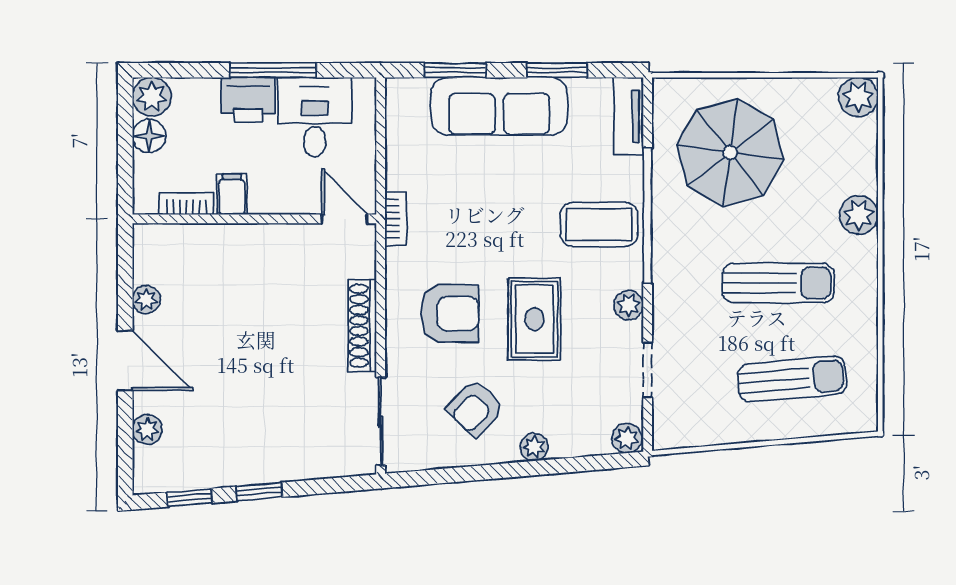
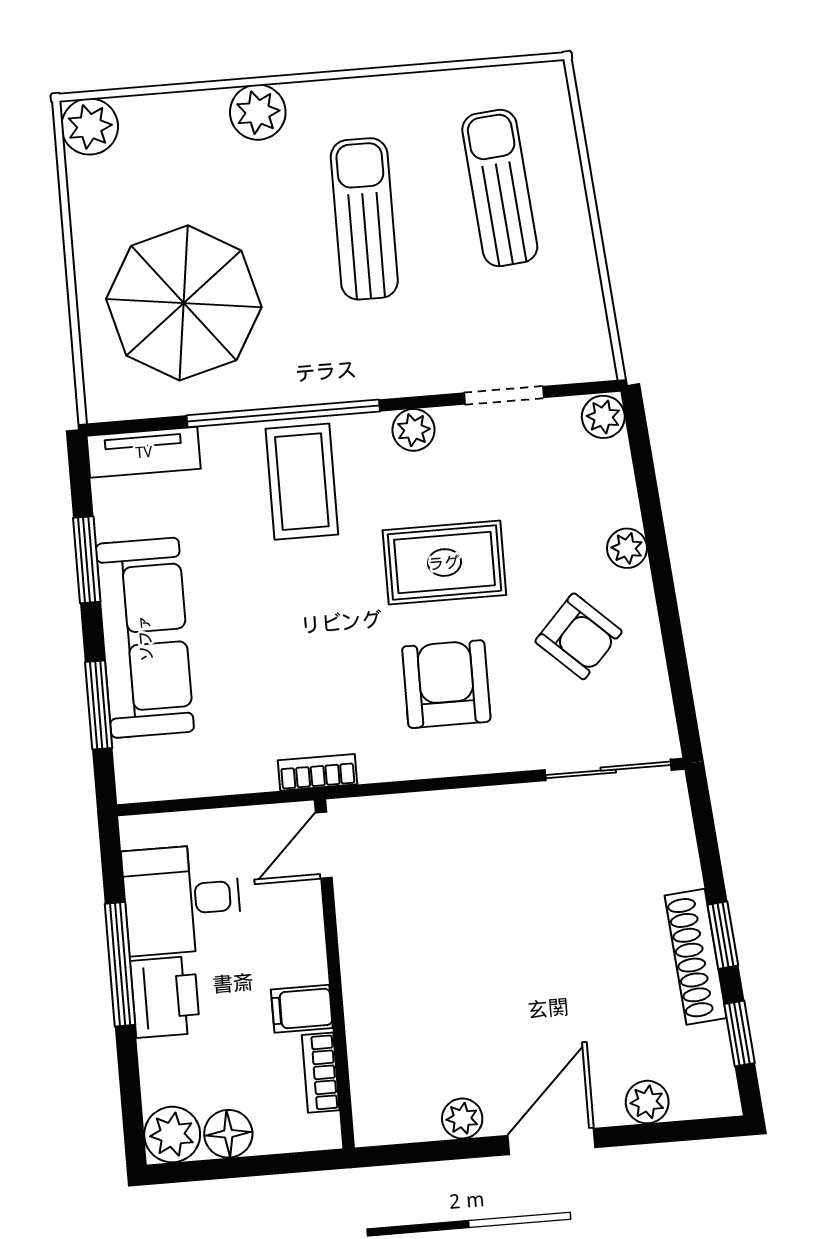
shoe rack: (362, 326) -> (696, 957), moved, turned 85

